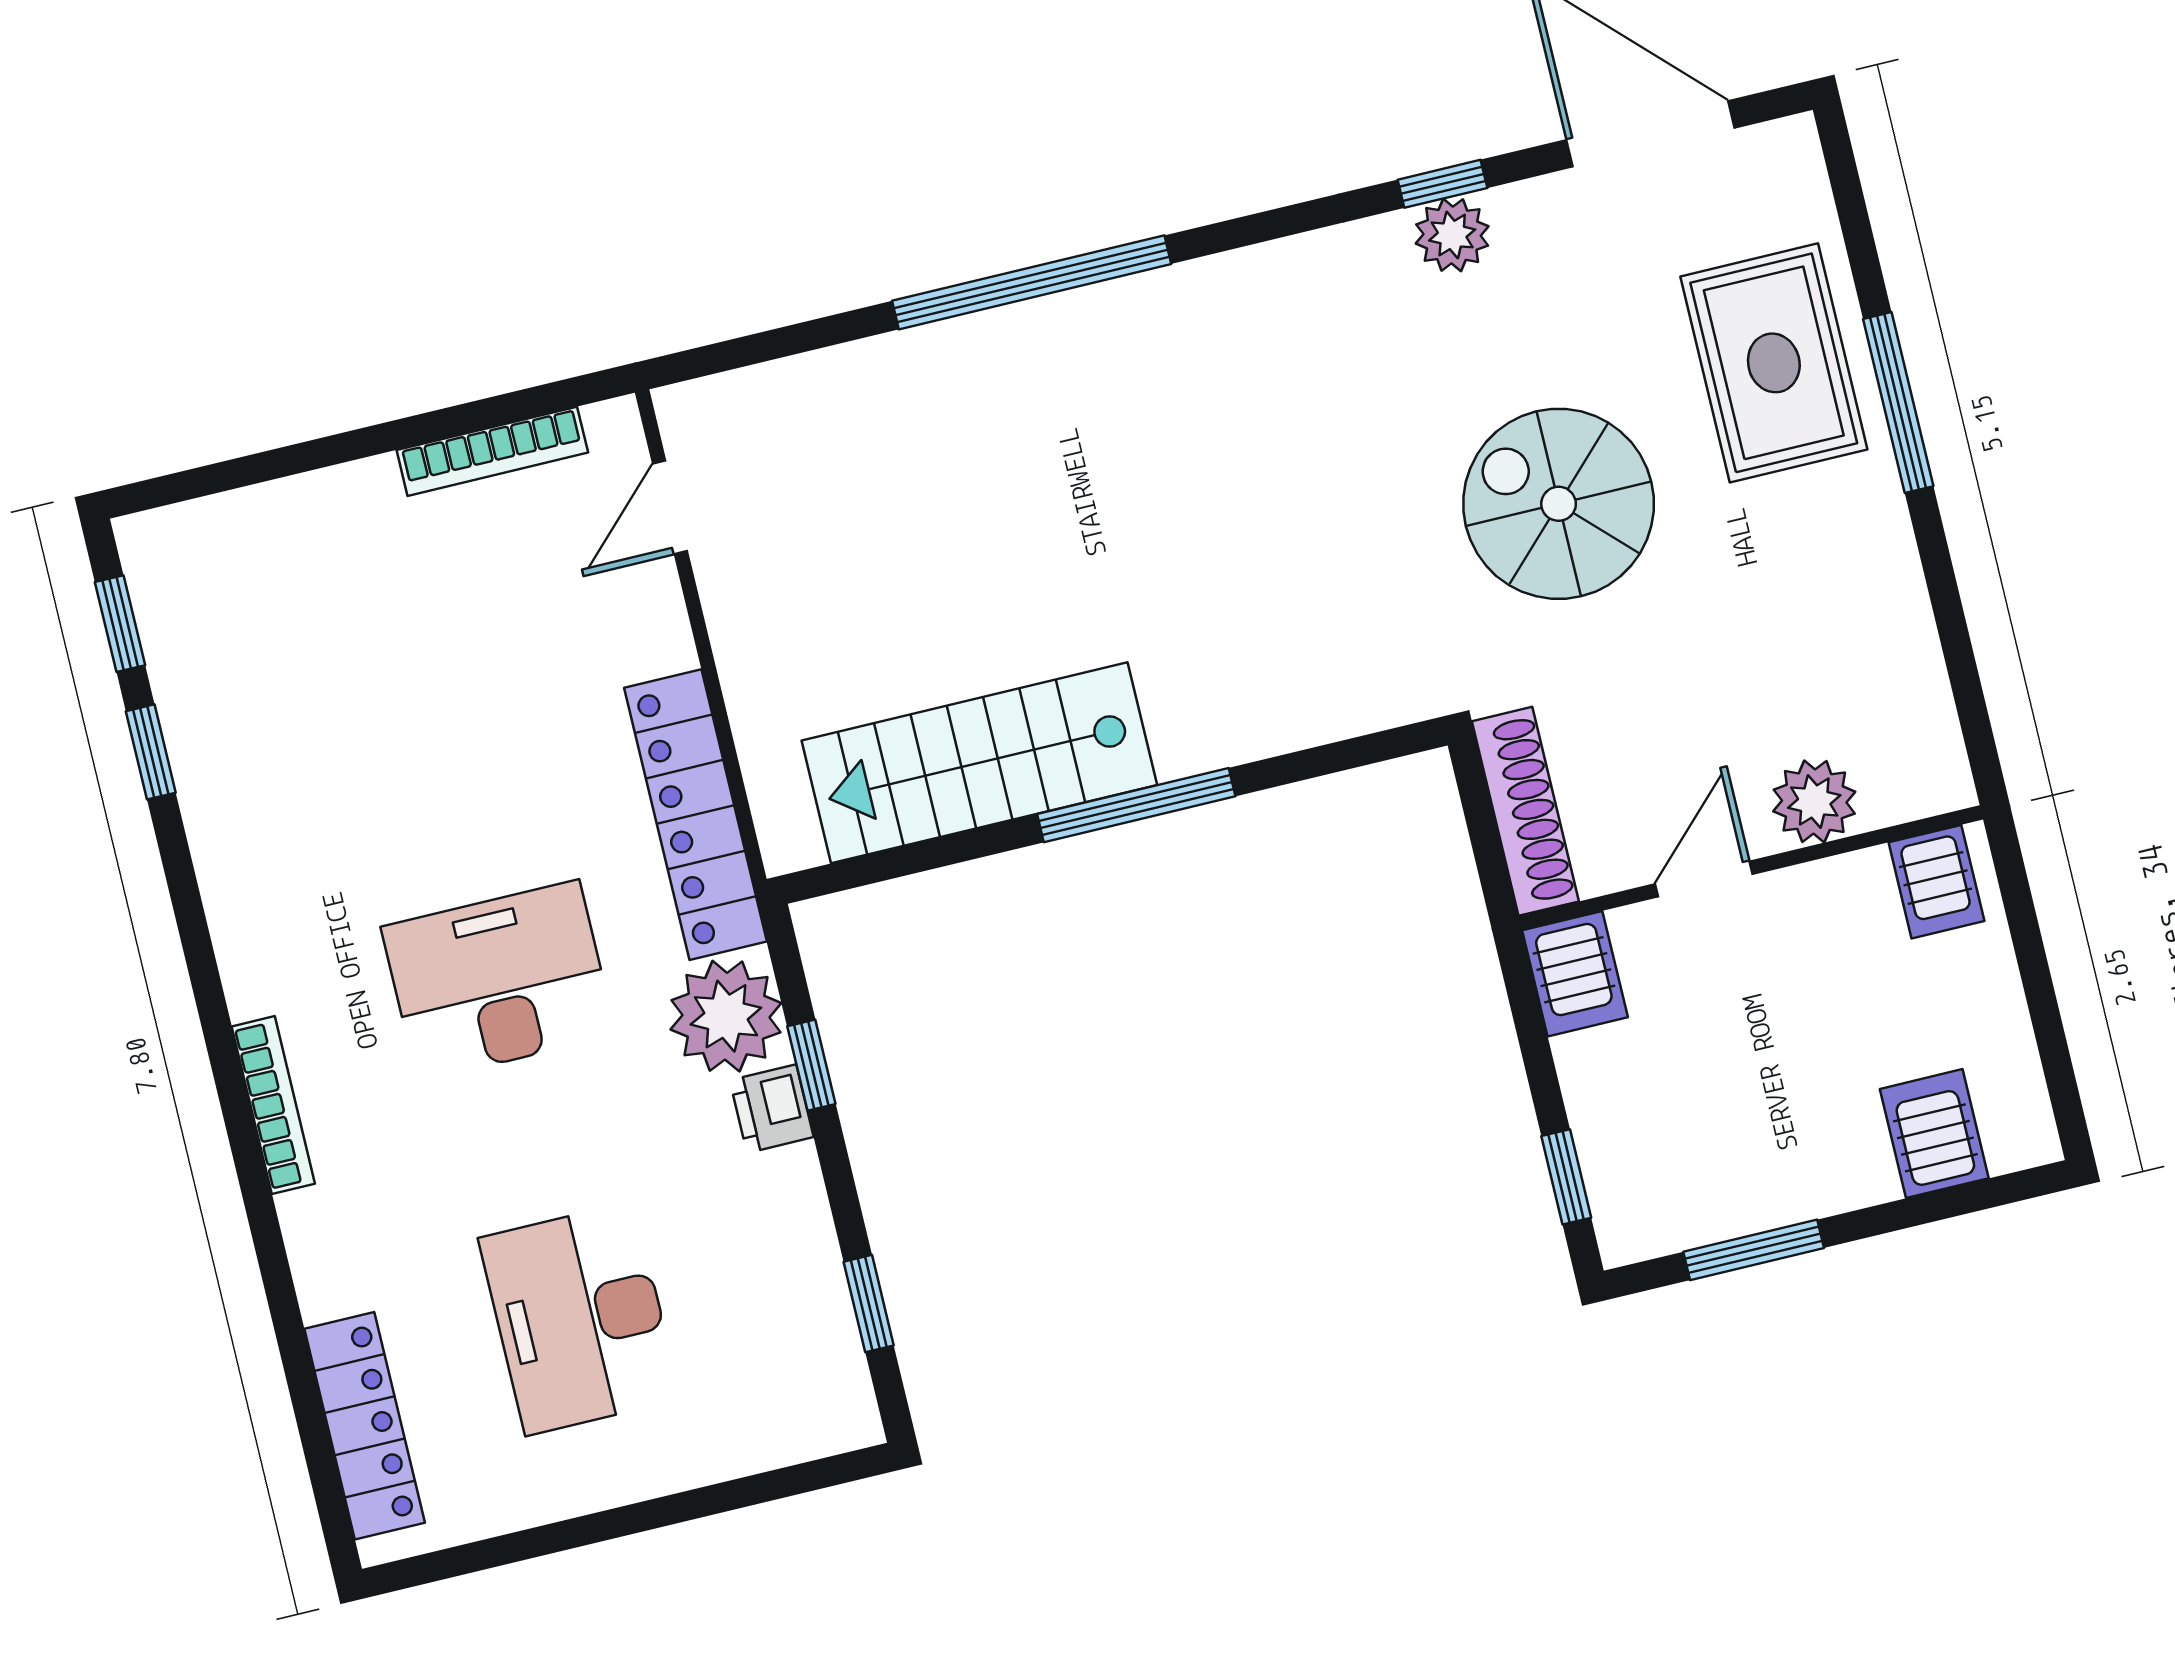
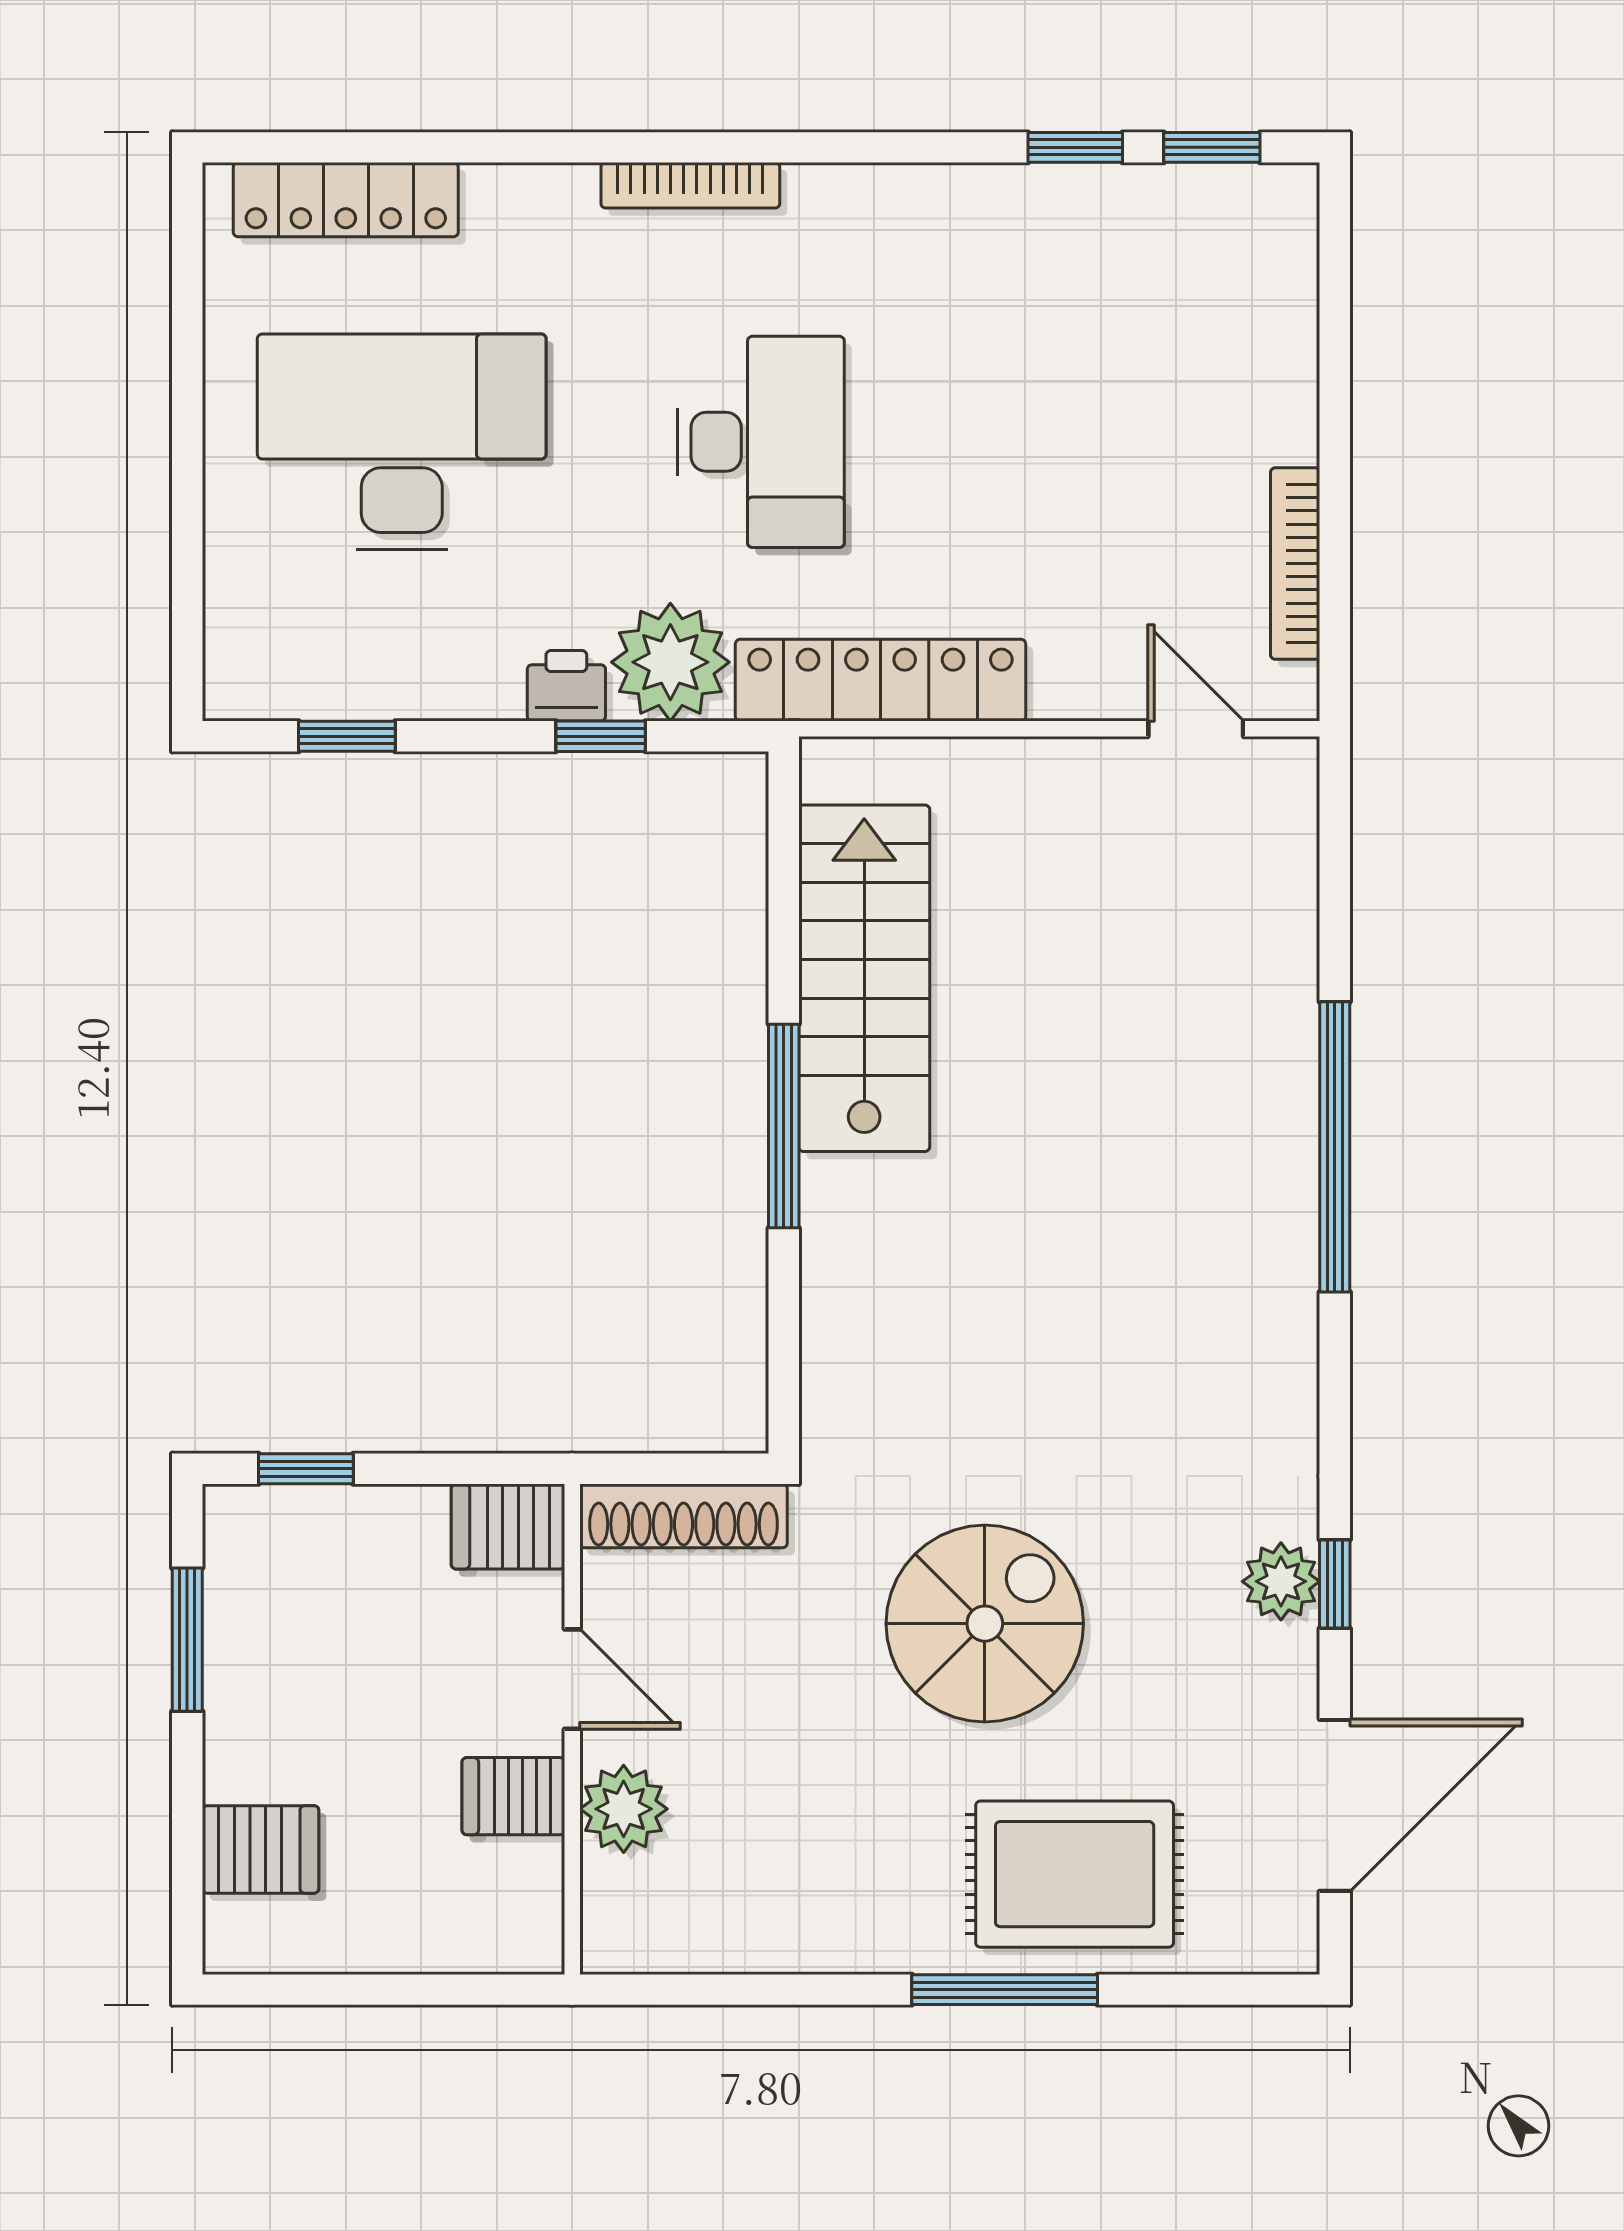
server rack: (1936, 882) -> (513, 1796), moved
desk: (580, 1318) -> (402, 442), width x1.36, depth x1.30

